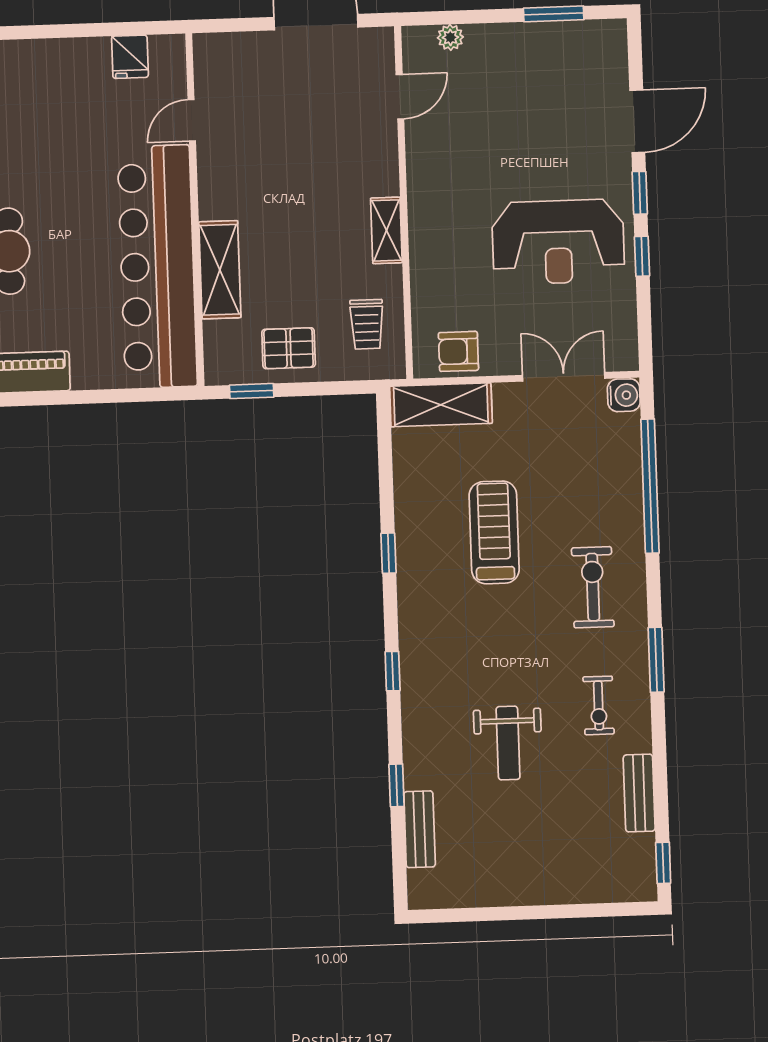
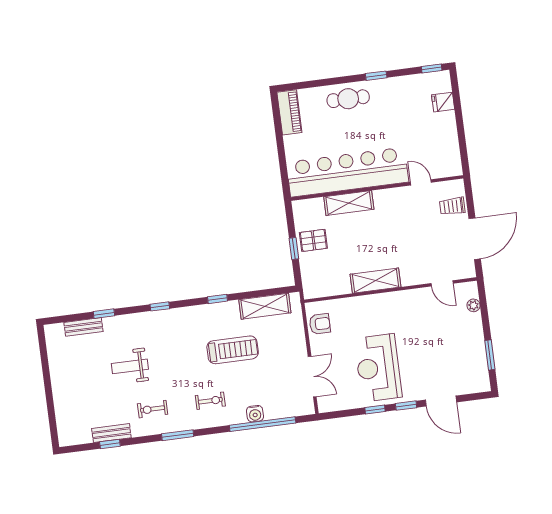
fridge: (130, 57) -> (443, 102), moved
shelving: (386, 230) -> (375, 281), width x1.50, depth x1.33
trolley: (367, 324) -> (452, 206), moved
pallet: (289, 348) -> (313, 240), turned 90
armchair: (458, 351) -> (320, 324), turned 90
window: (252, 391) -> (294, 249), moved
water cooler: (624, 395) -> (255, 414), moved
shelving: (441, 405) -> (265, 306), moved, turned 90
exercise bike: (593, 587) -> (210, 401), width x0.73, depth x0.72
window: (663, 863) -> (110, 444), moved

